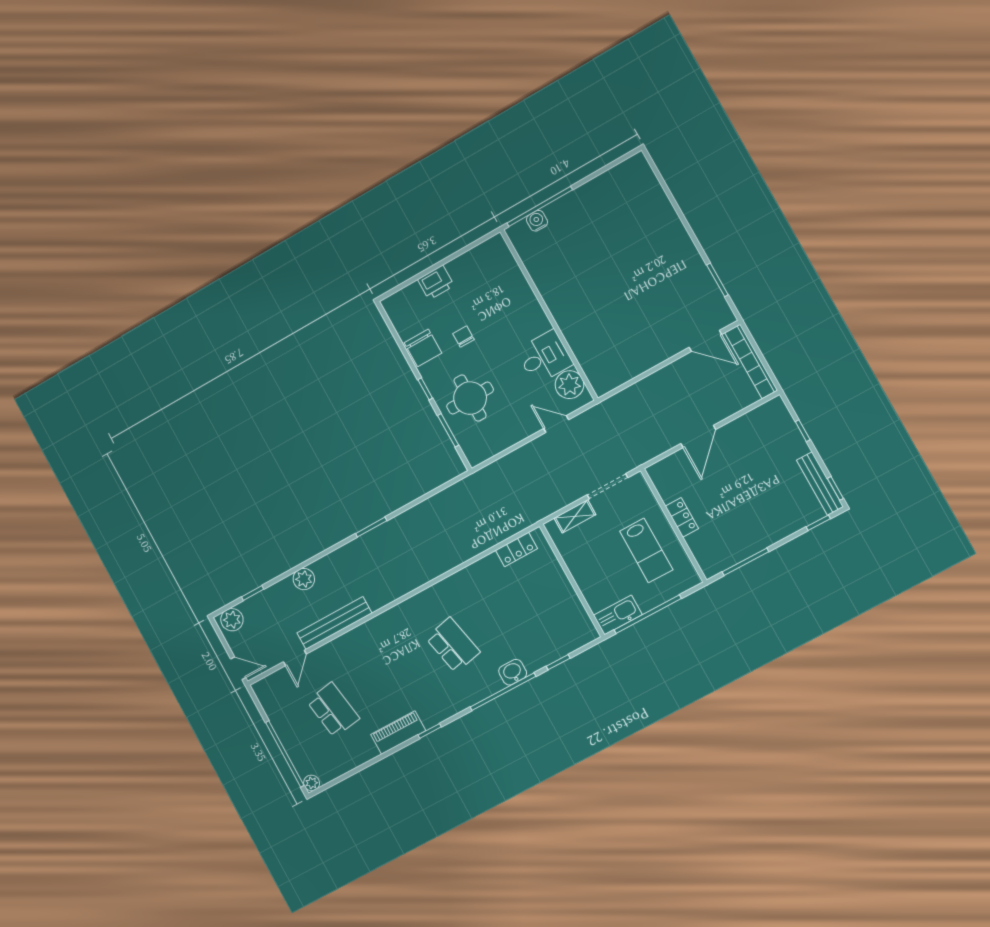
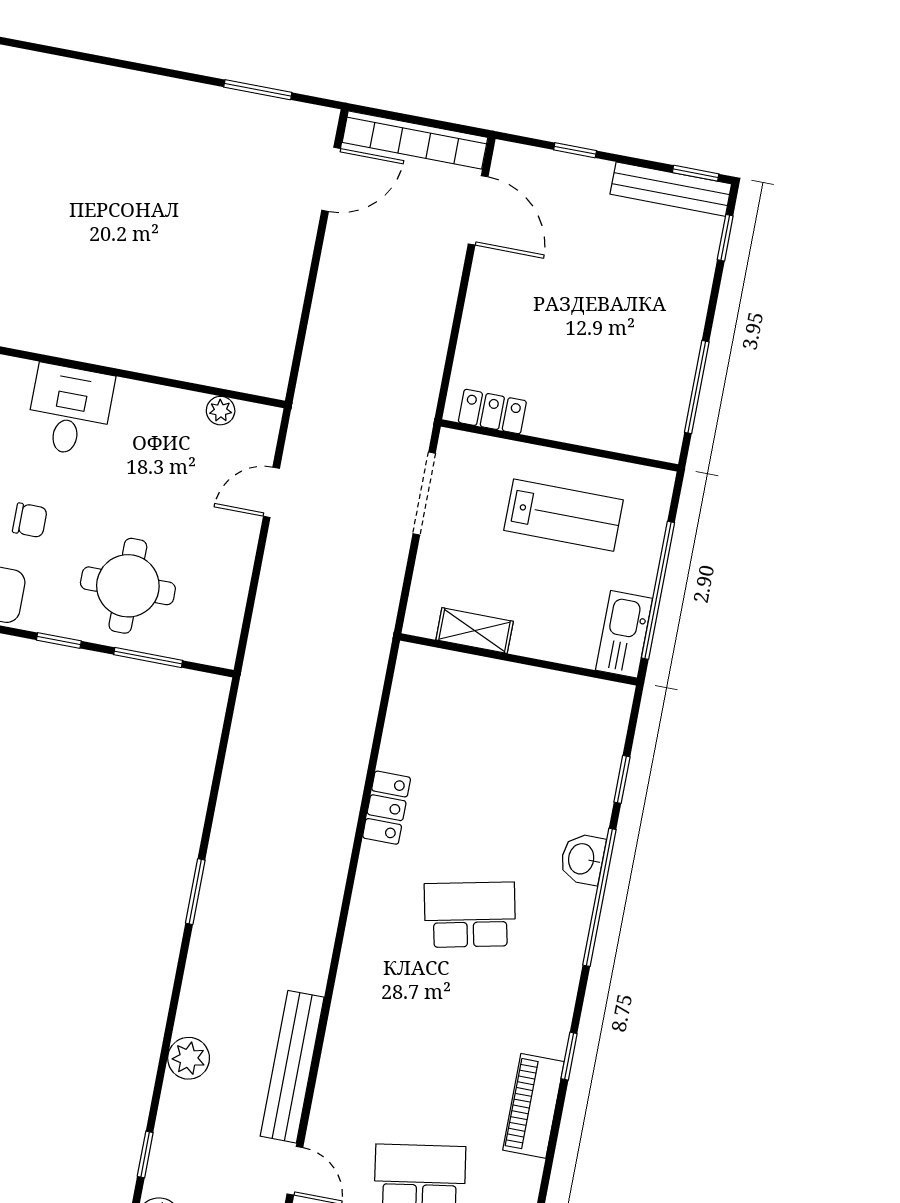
chair: (463, 337) -> (30, 520), turned 180
desk: (545, 357) -> (70, 410), moved
plant: (570, 385) -> (221, 411), width x0.53, depth x0.53
door: (698, 437) -> (478, 210), moved
shelving: (575, 516) -> (475, 631), moved, turned 90
locker: (682, 517) -> (492, 412), moved
locker: (516, 549) -> (387, 808), moved

